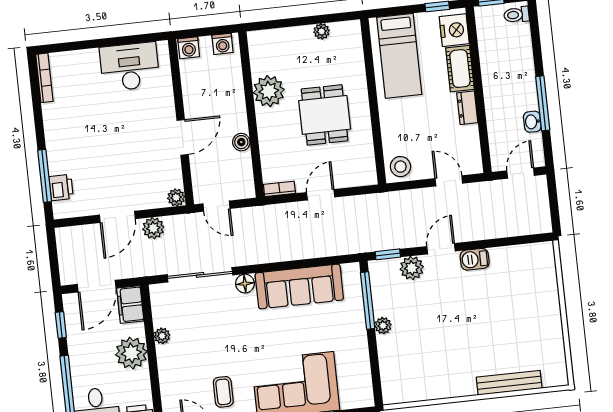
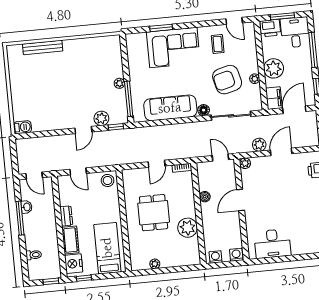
toilet: (517, 15) -> (34, 255), moved
door: (521, 173) -> (34, 176), hinge flipped
barbecue: (475, 259) -> (22, 127), moved
armchair: (207, 334) -> (227, 80), added

